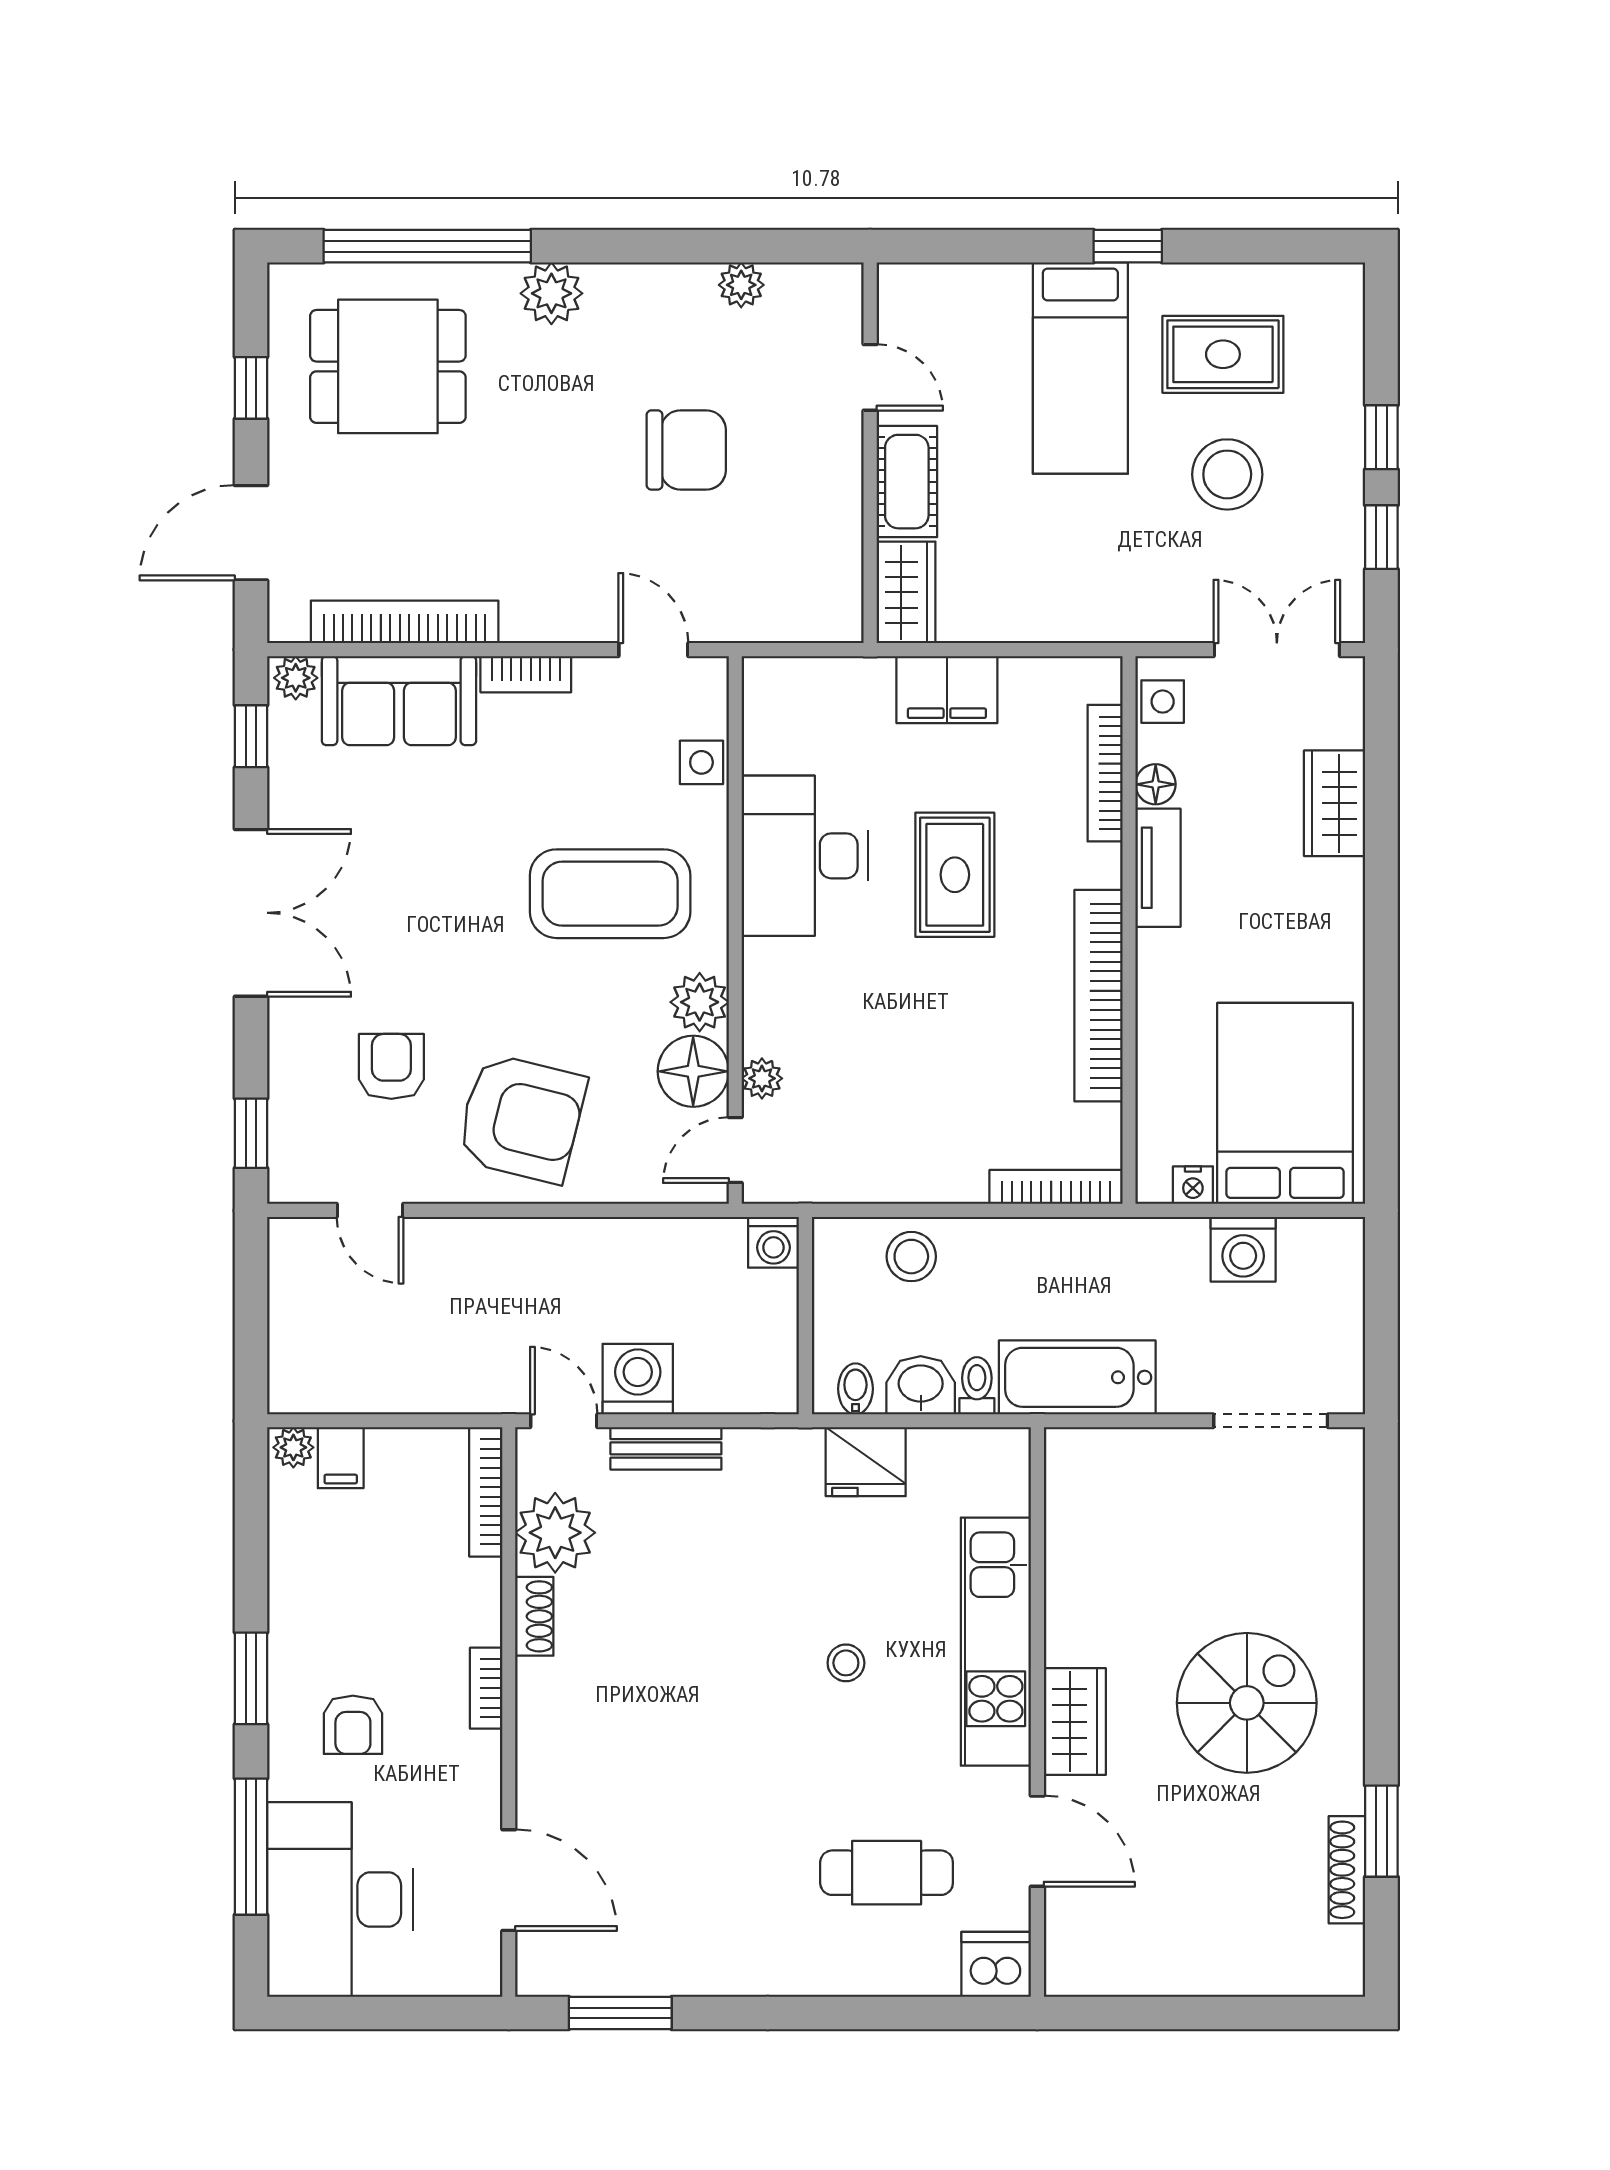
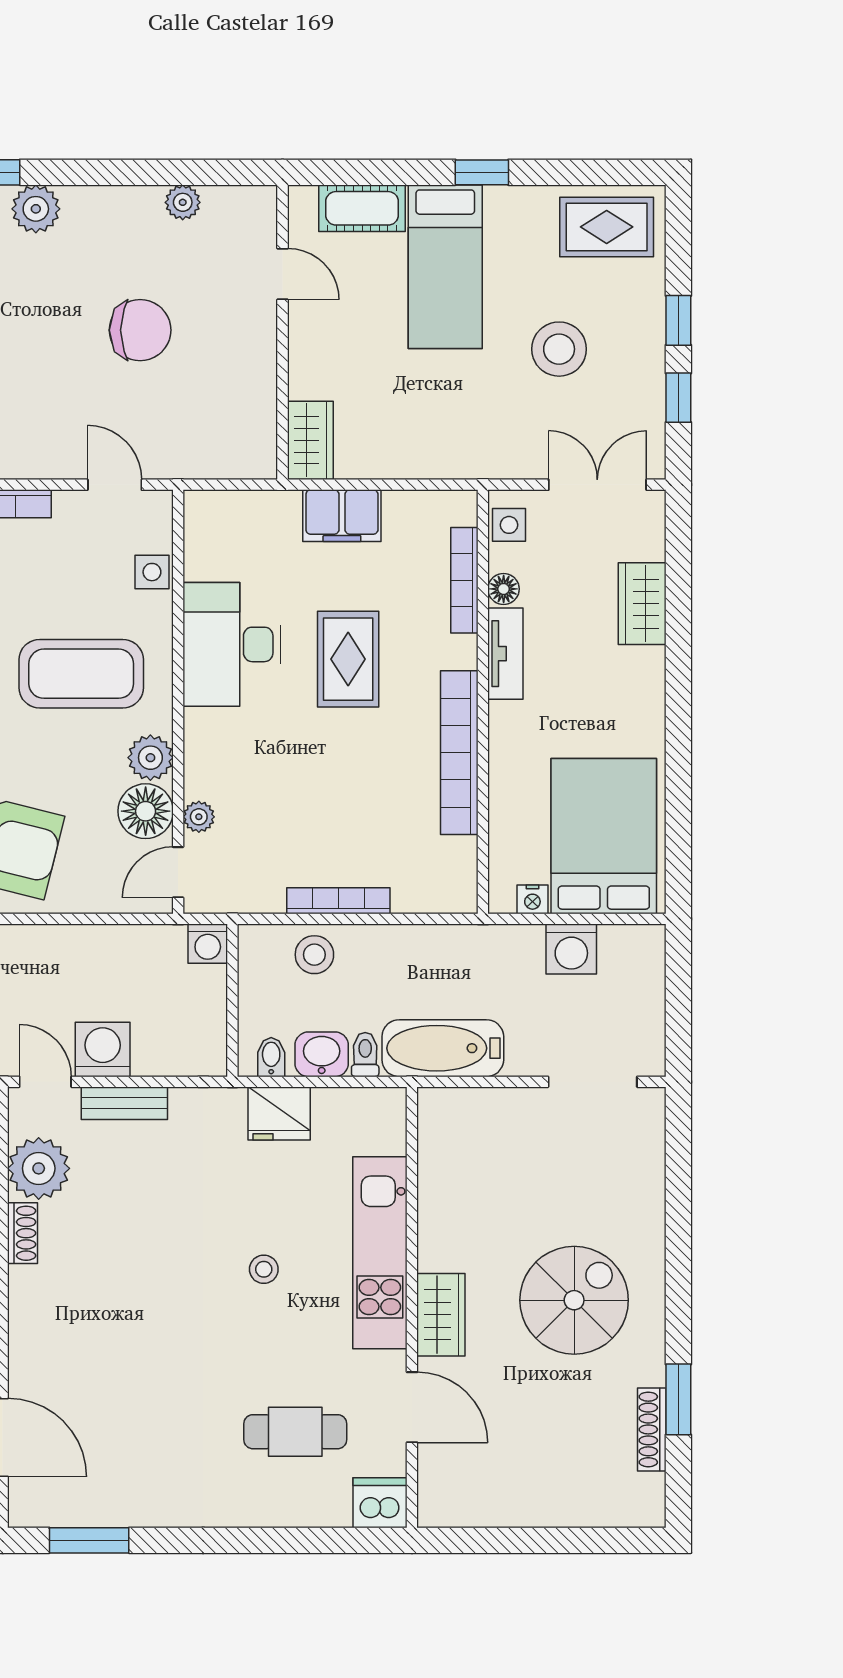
rug: (1223, 354) -> (607, 227), moved
cot: (907, 482) -> (362, 208), moved, turned 90
bookcase: (1056, 1187) -> (338, 901), moved

